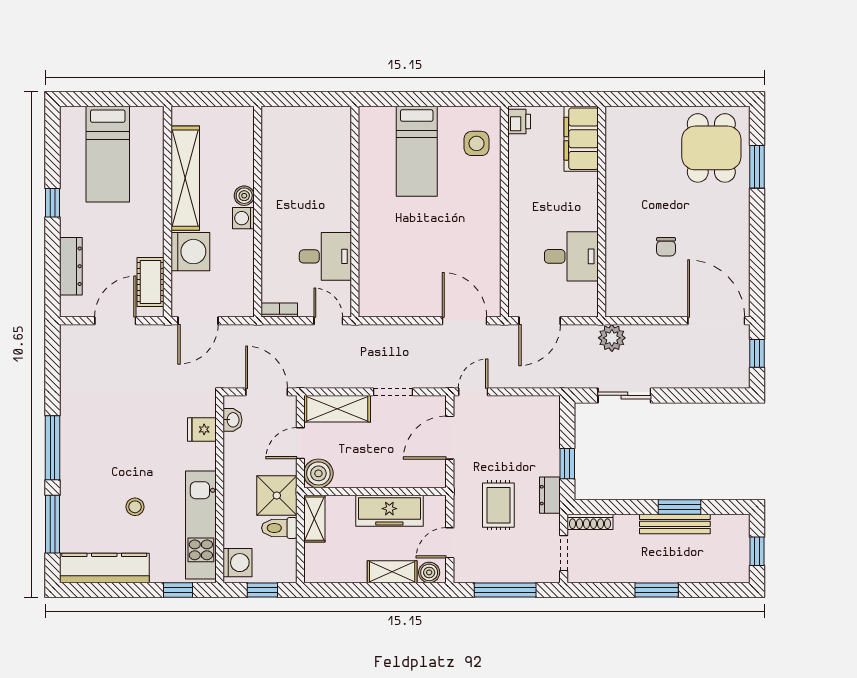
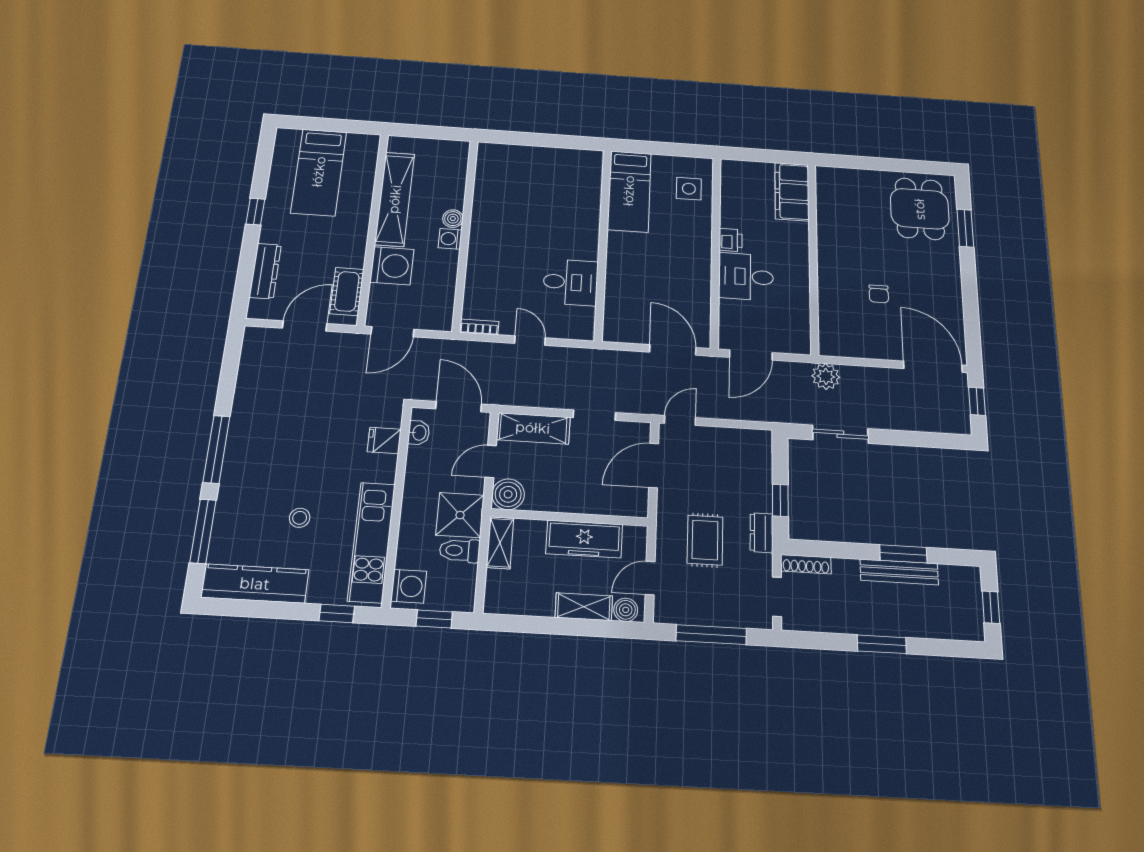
printer: (519, 121) -> (731, 240), moved
wall: (355, 212) -> (603, 243), moved
desk: (325, 256) -> (570, 282), moved
desk: (571, 256) -> (746, 277), moved, turned 180

